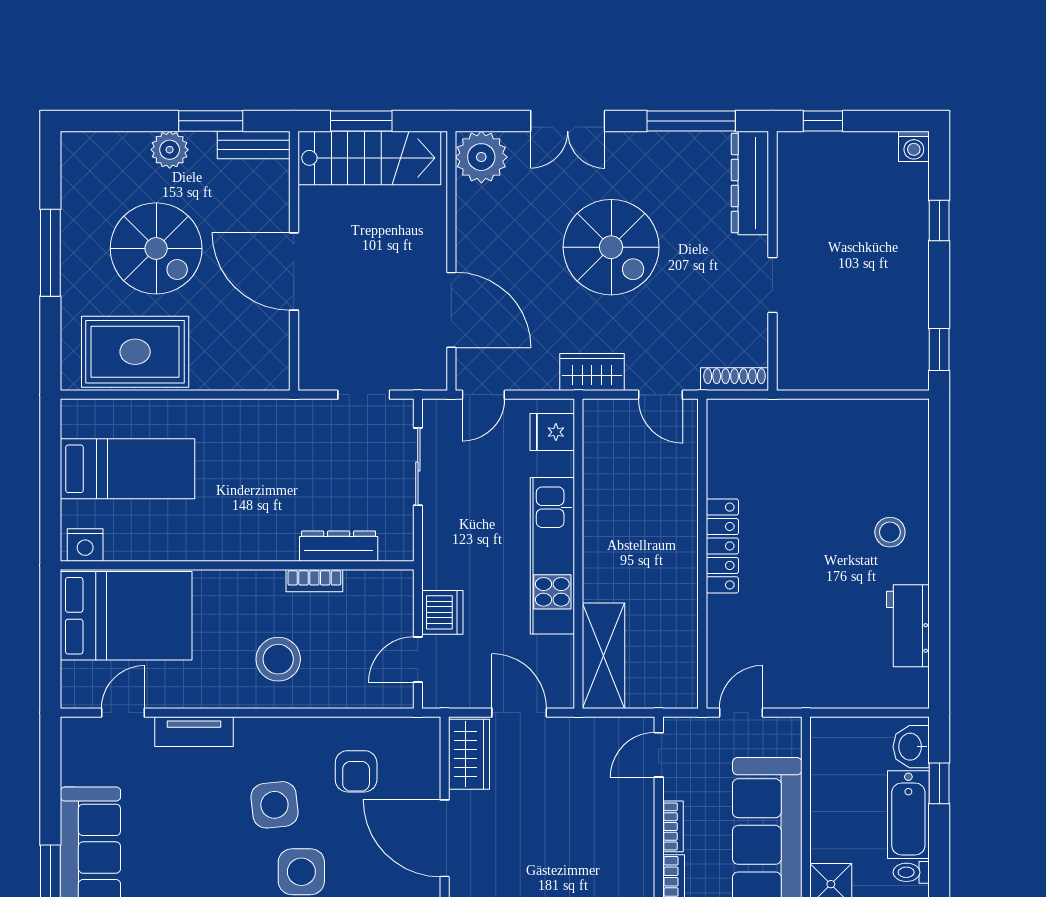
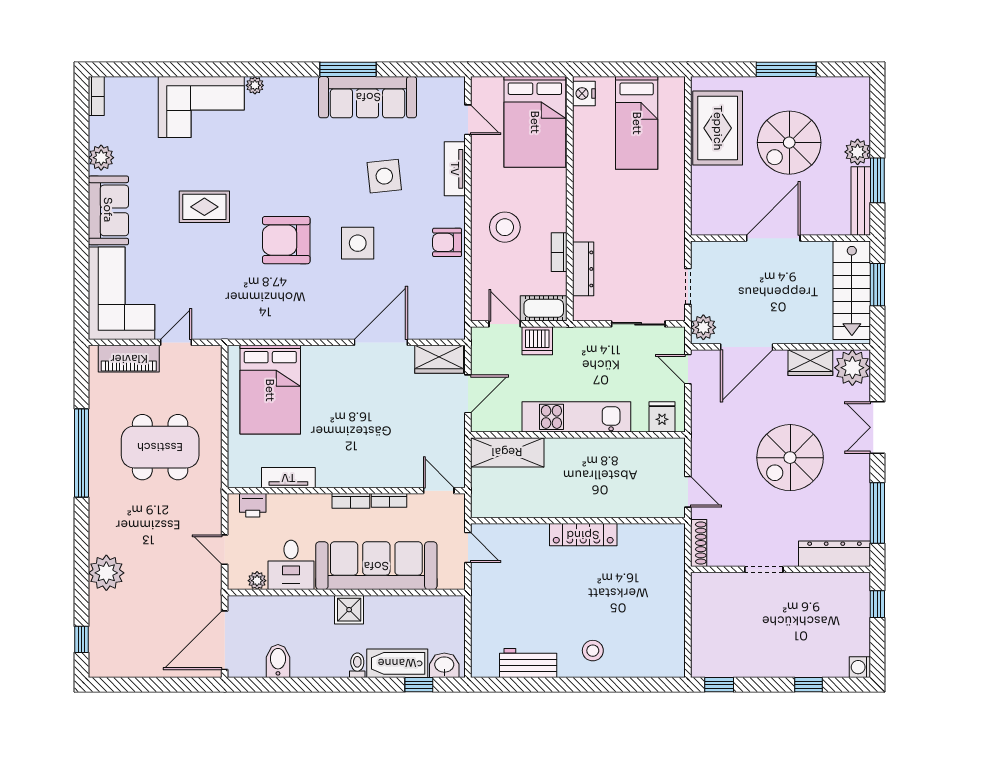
bench: (254, 145) -> (861, 201), width x1.36
plant: (423, 372) -> (703, 327), added
wardrobe: (592, 372) -> (810, 363), moved, turned 90
door: (660, 395) -> (688, 492), swing flipped
cot: (396, 603) -> (544, 308), added
armchair: (356, 771) -> (447, 242), moved
side table: (274, 805) -> (384, 176), moved

